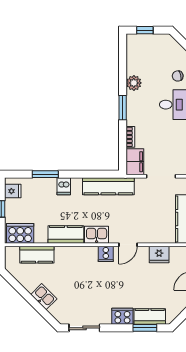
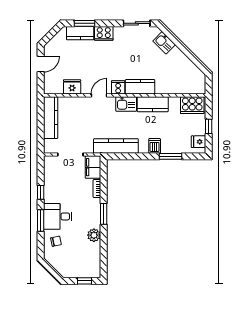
kitchen counter: (37, 255) -> (140, 87), moved
kitchen sink: (44, 297) -> (164, 43), moved

